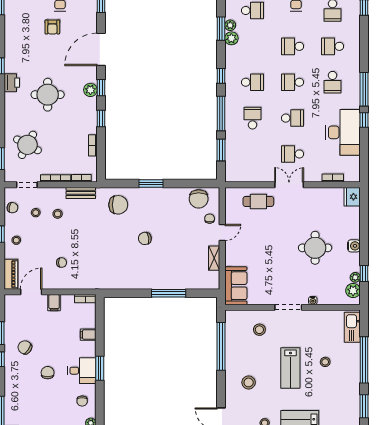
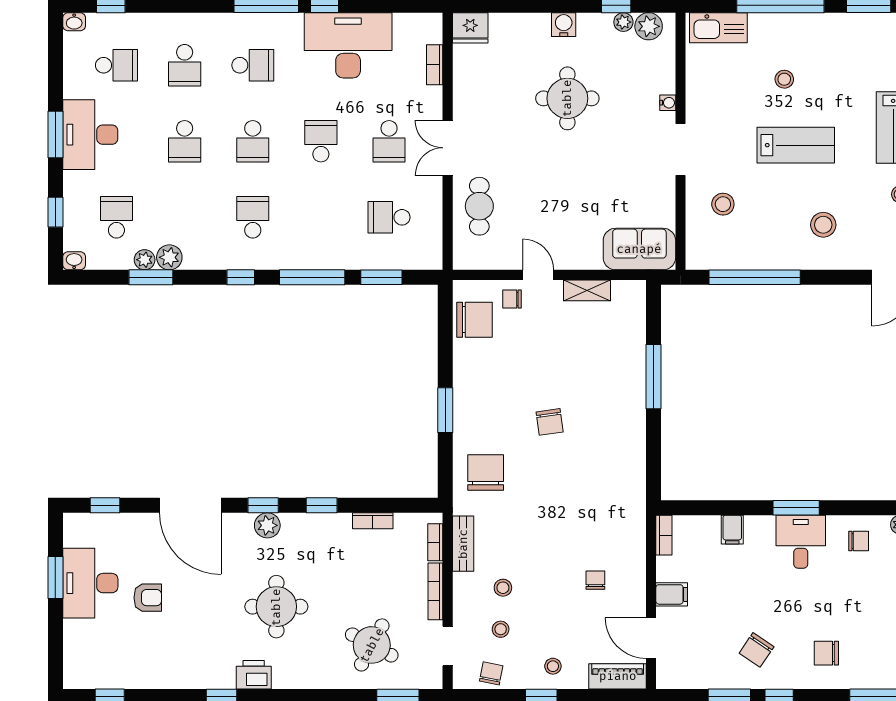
school desk: (252, 118) -> (389, 217), moved
chair: (48, 373) -> (826, 653), moved

